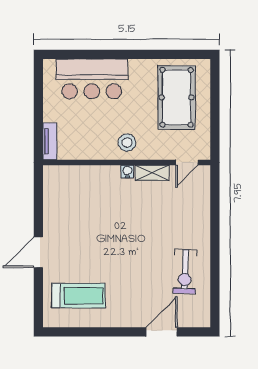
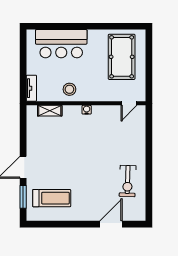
stool: (127, 143) -> (69, 89), moved
shelving: (152, 173) -> (50, 111), moved
window: (38, 294) -> (23, 197), added

